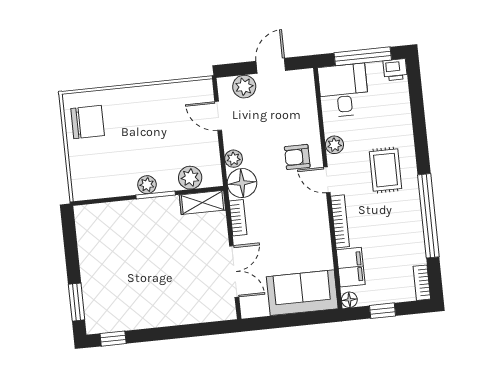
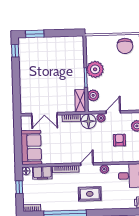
door: (218, 116) -> (113, 112), moved
armchair: (297, 157) -> (119, 140), moved
plant: (147, 185) -> (95, 69), width x1.87, depth x1.87

